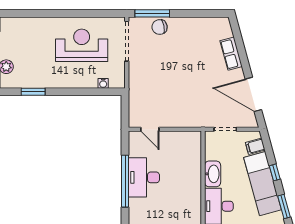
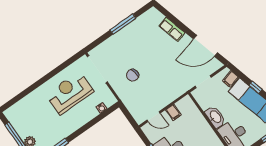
window: (152, 13) -> (123, 24), moved
chair: (160, 27) -> (133, 75), moved
filing cabinet: (173, 139) -> (173, 112), added

